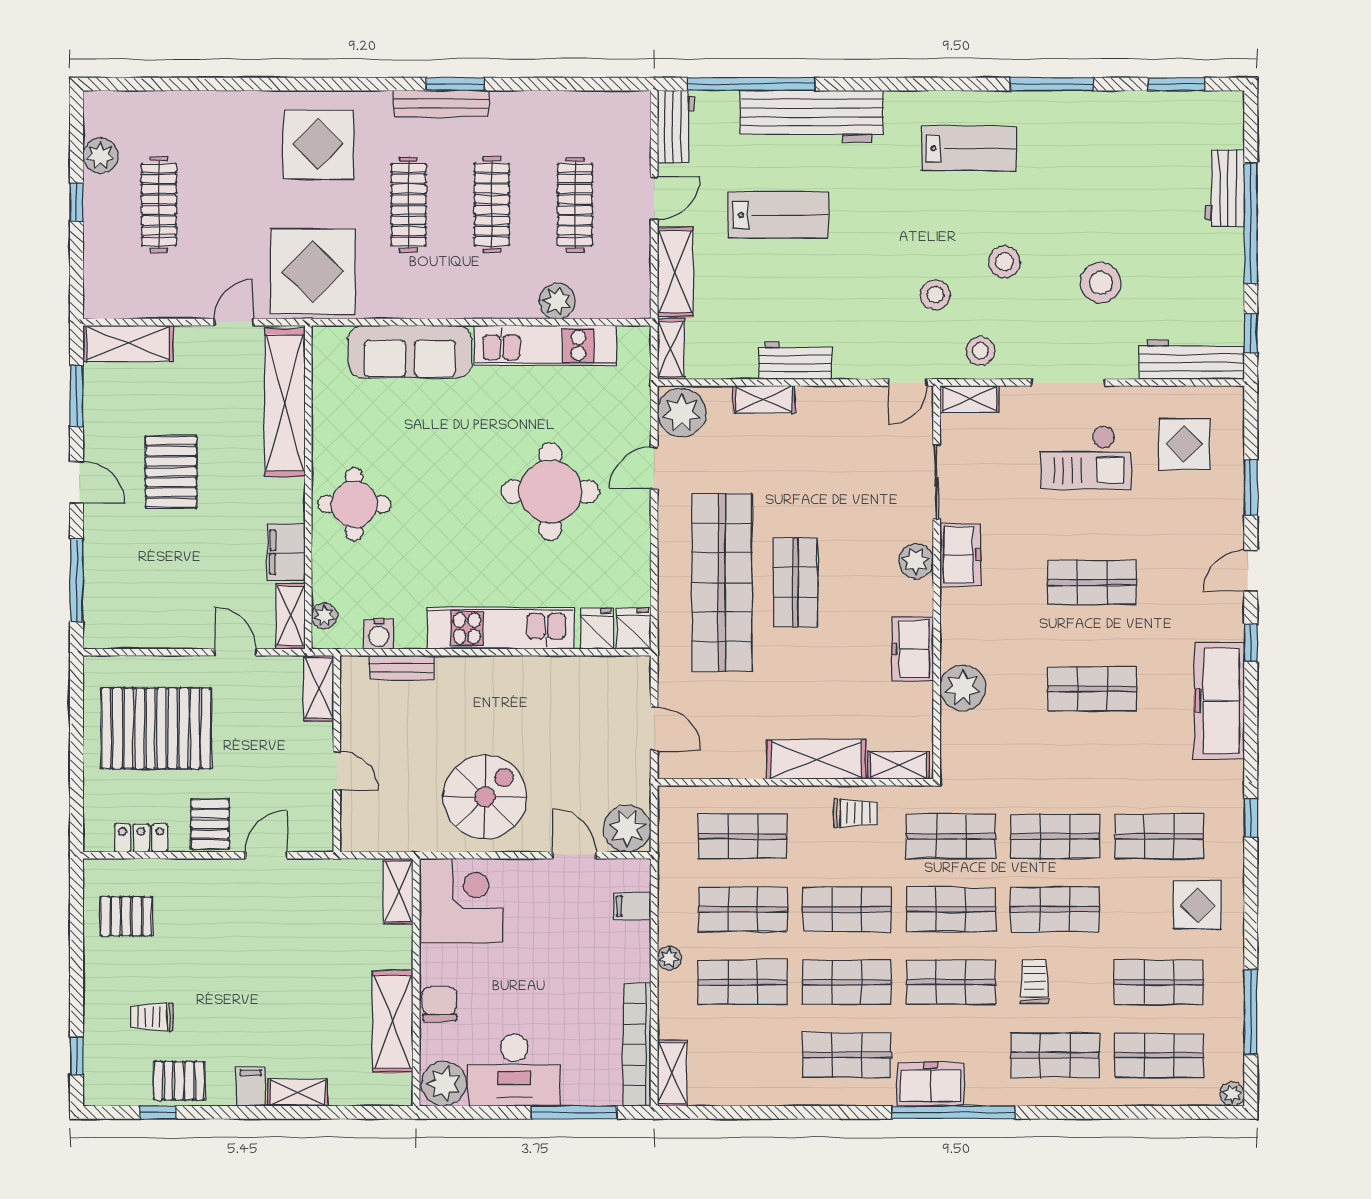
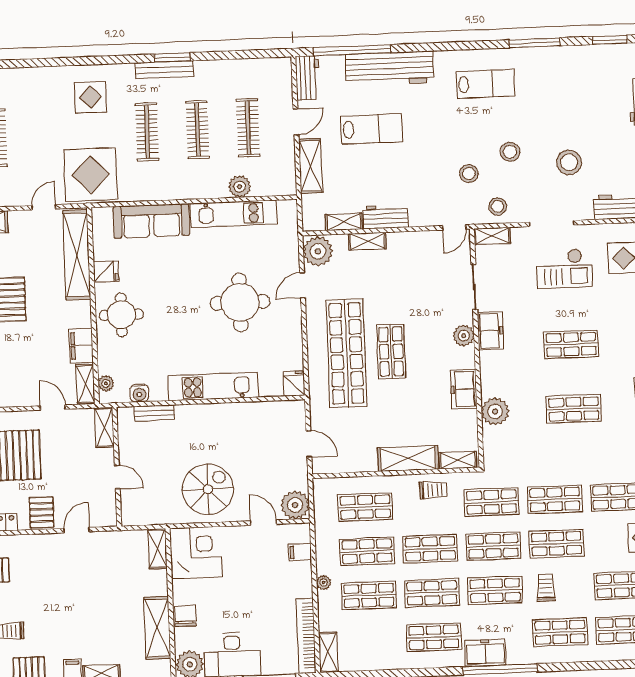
display table: (318, 144) -> (91, 97), width x0.73, depth x0.73
shelving: (671, 349) -> (344, 222), moved, turned 90
fridge: (597, 629) -> (106, 272), moved, turned 90

